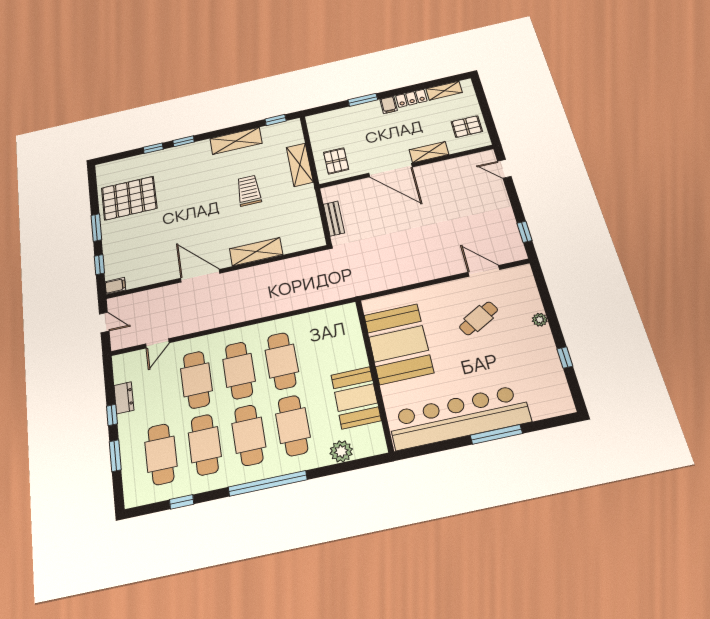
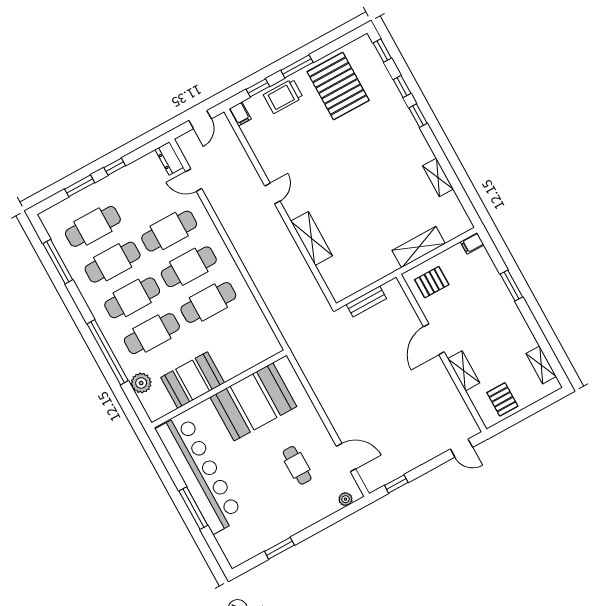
locker: (411, 98) -> (524, 335), removed
filing cabinet: (389, 105) -> (472, 243), moved
window: (276, 120) -> (382, 51), moved
shelving: (236, 141) -> (438, 177), width x0.67, depth x0.75
door: (504, 169) -> (461, 448), swing flipped
door: (390, 170) -> (434, 339), width x0.73
trolley: (249, 191) -> (283, 96), moved, turned 180
door: (484, 271) -> (346, 458), hinge flipped
door: (200, 276) -> (272, 194), width x0.53
cafe table: (479, 318) -> (297, 465), turned 30
plant: (540, 320) -> (345, 499), moved
window: (565, 357) -> (279, 548), width x1.50
dresser: (124, 398) -> (169, 158), moved, turned 90
window: (268, 483) -> (108, 352), moved
window: (182, 502) -> (58, 262), width x2.17

